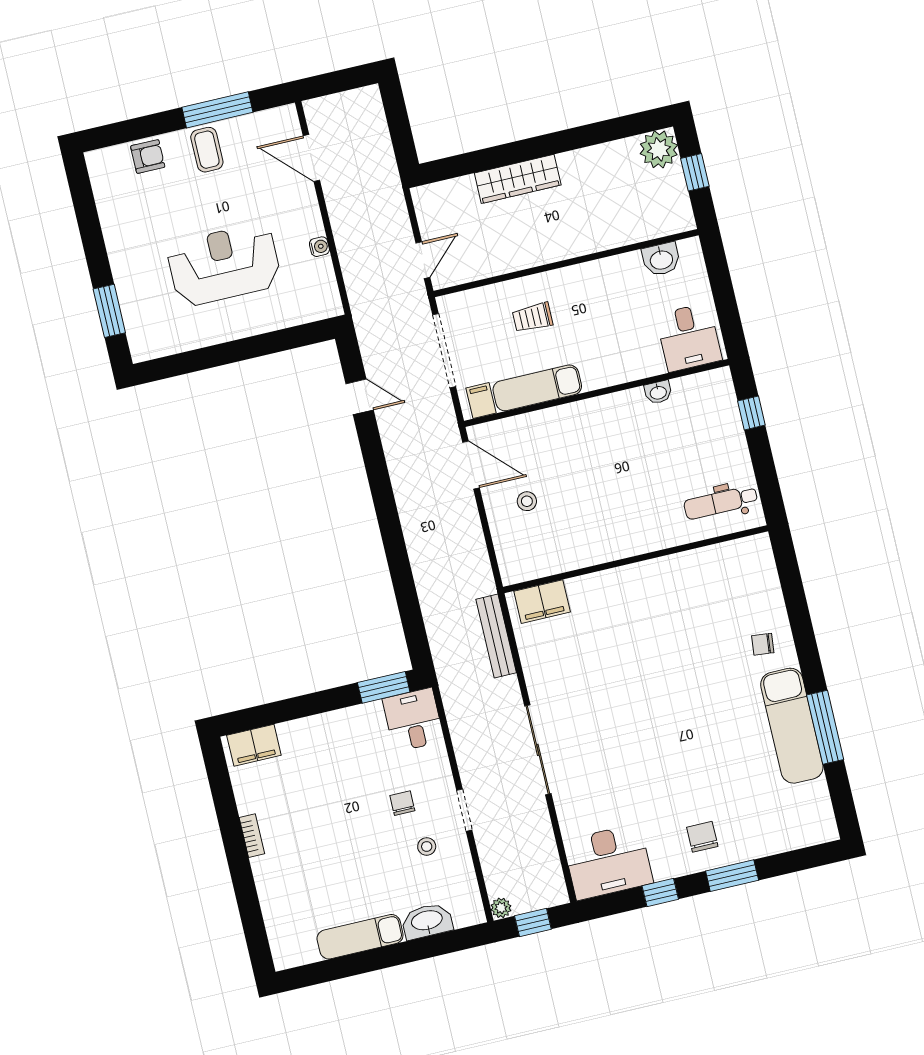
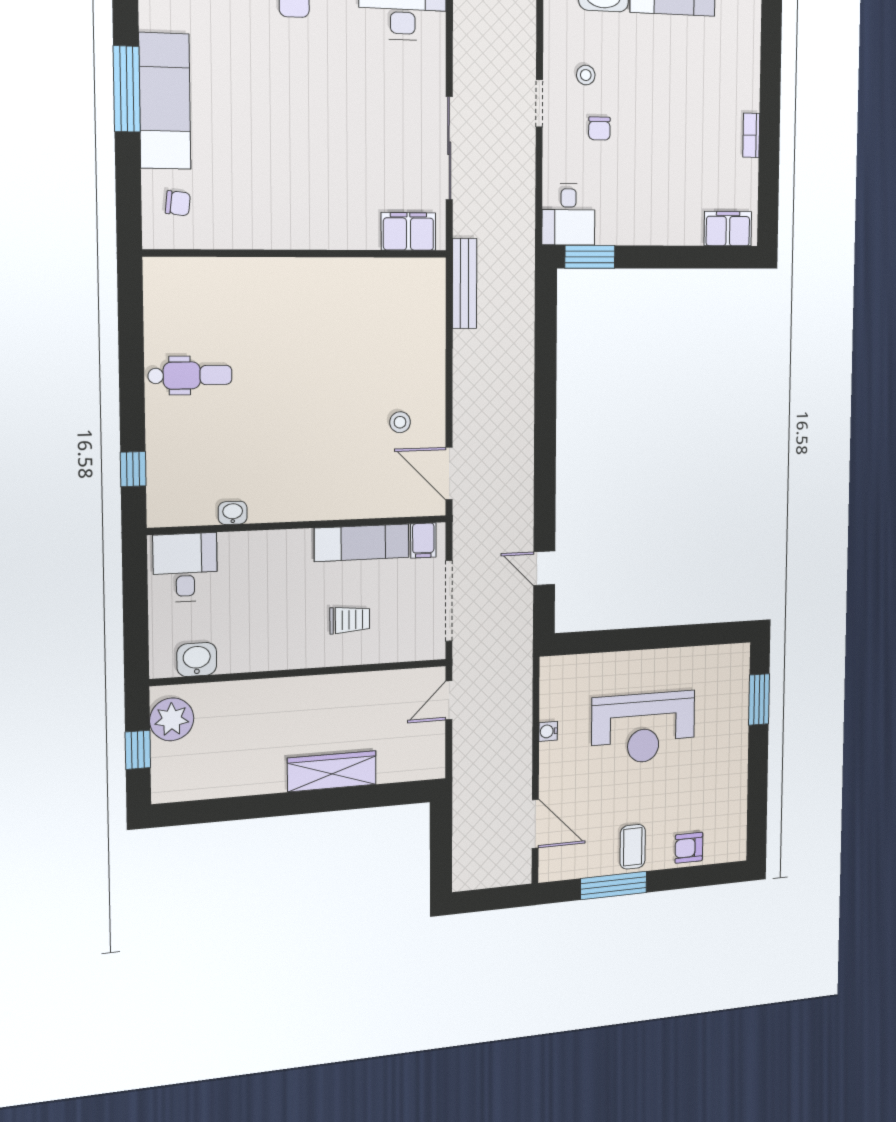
plant: (659, 149) -> (172, 719), moved
wall: (636, 559) -> (298, 253), moved
filing cabinet: (542, 602) -> (408, 231), moved

